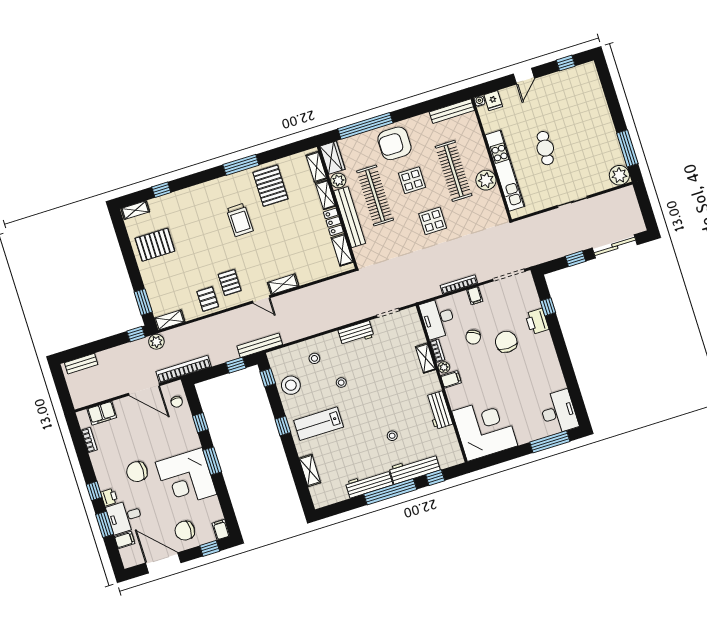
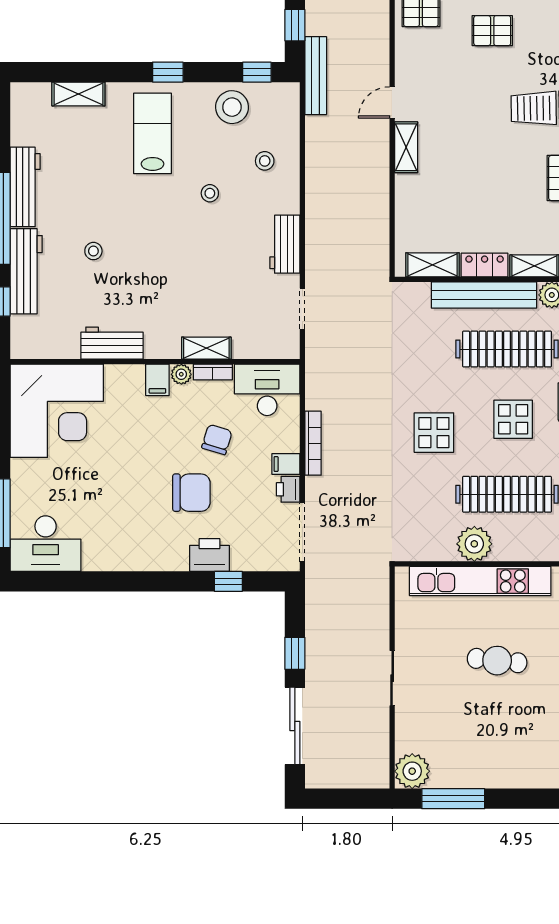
pallet: (230, 283) -> (492, 31), moved
printer: (488, 290) -> (288, 489), added
chair: (473, 337) -> (217, 440), turned 80

